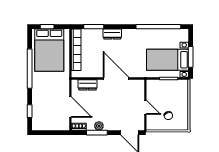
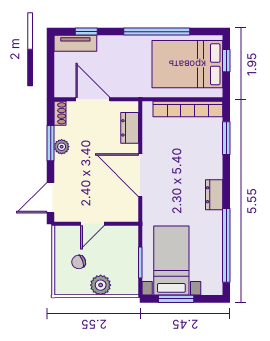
dresser: (112, 34) -> (214, 195), moved
door: (116, 79) -> (140, 175), swing flipped
plant: (182, 102) -> (101, 285), added
door: (70, 107) -> (93, 99), swing flipped
tv unit: (37, 118) -> (75, 43), added

